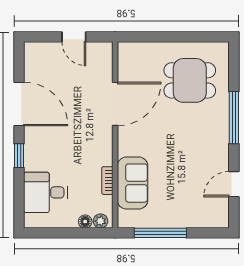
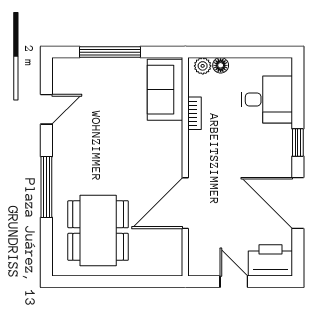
printer: (43, 55) -> (270, 260), added
dining table: (190, 80) -> (98, 231), width x1.38
sofa: (133, 183) -> (165, 90), moved
window: (160, 233) -> (110, 52), moved

